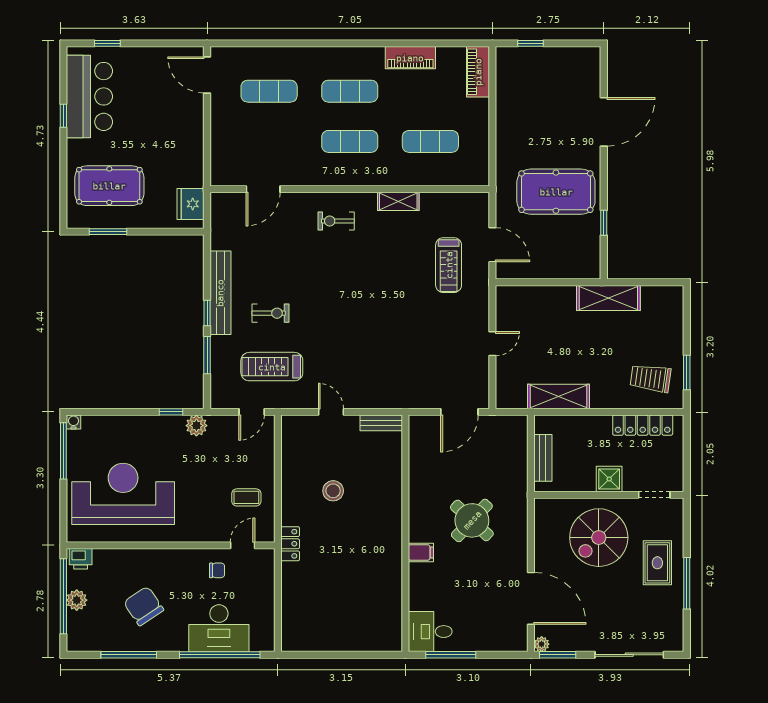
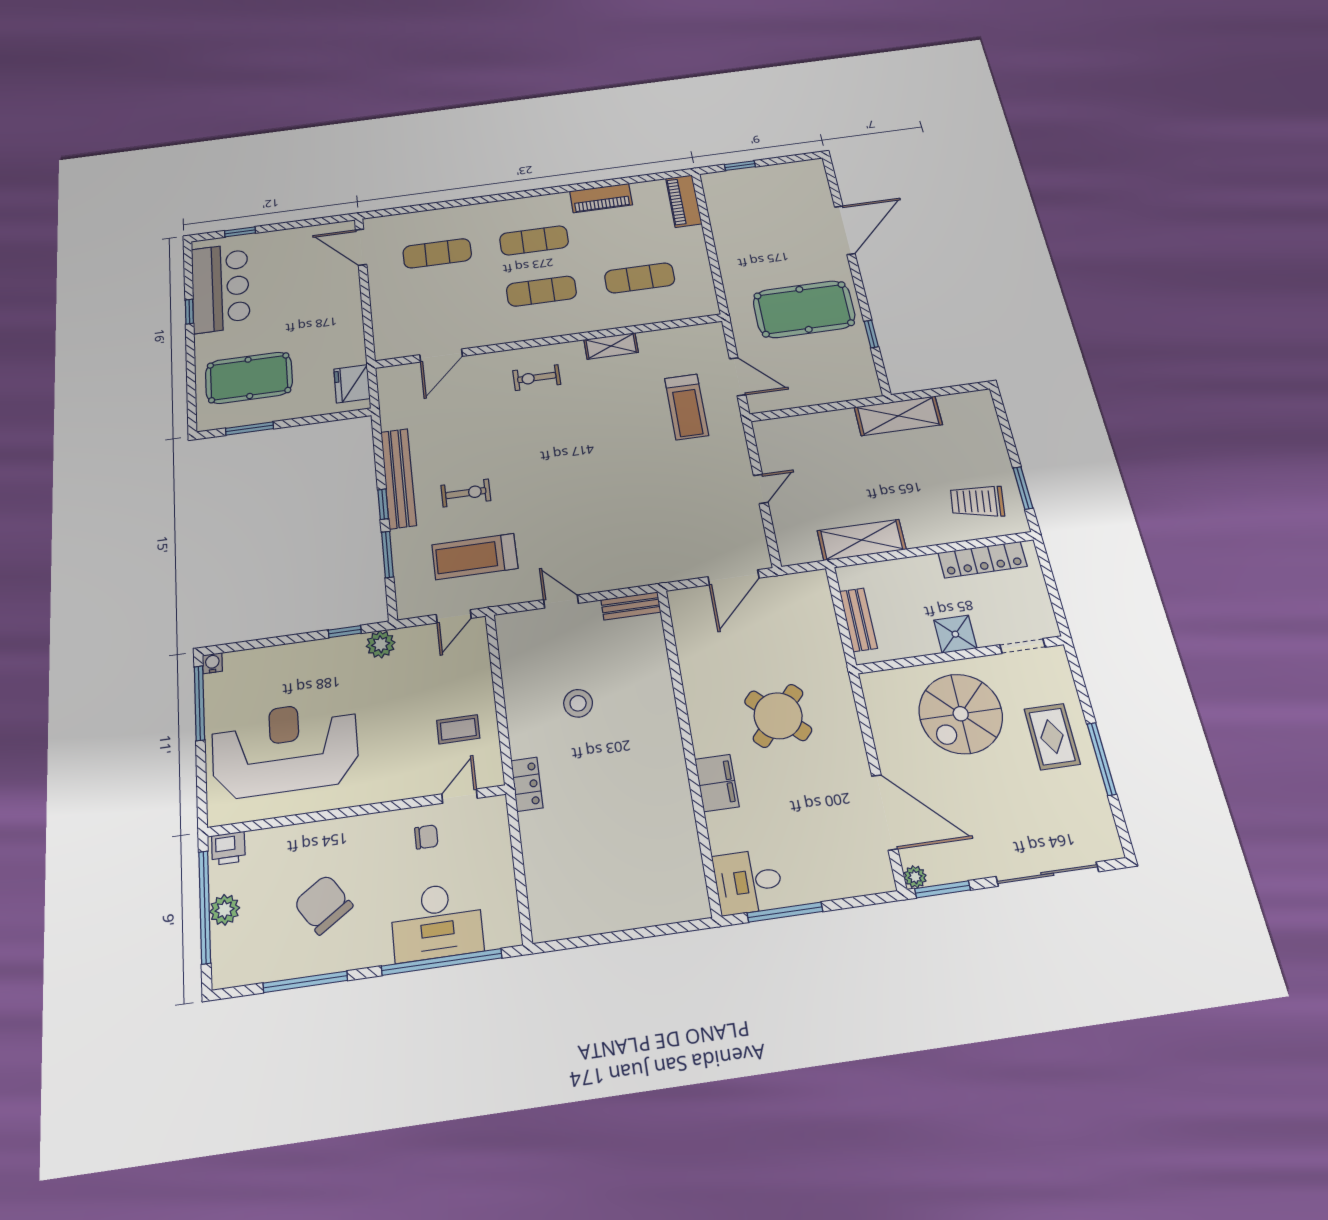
filing cabinet: (421, 552) -> (717, 783), width x2.00

